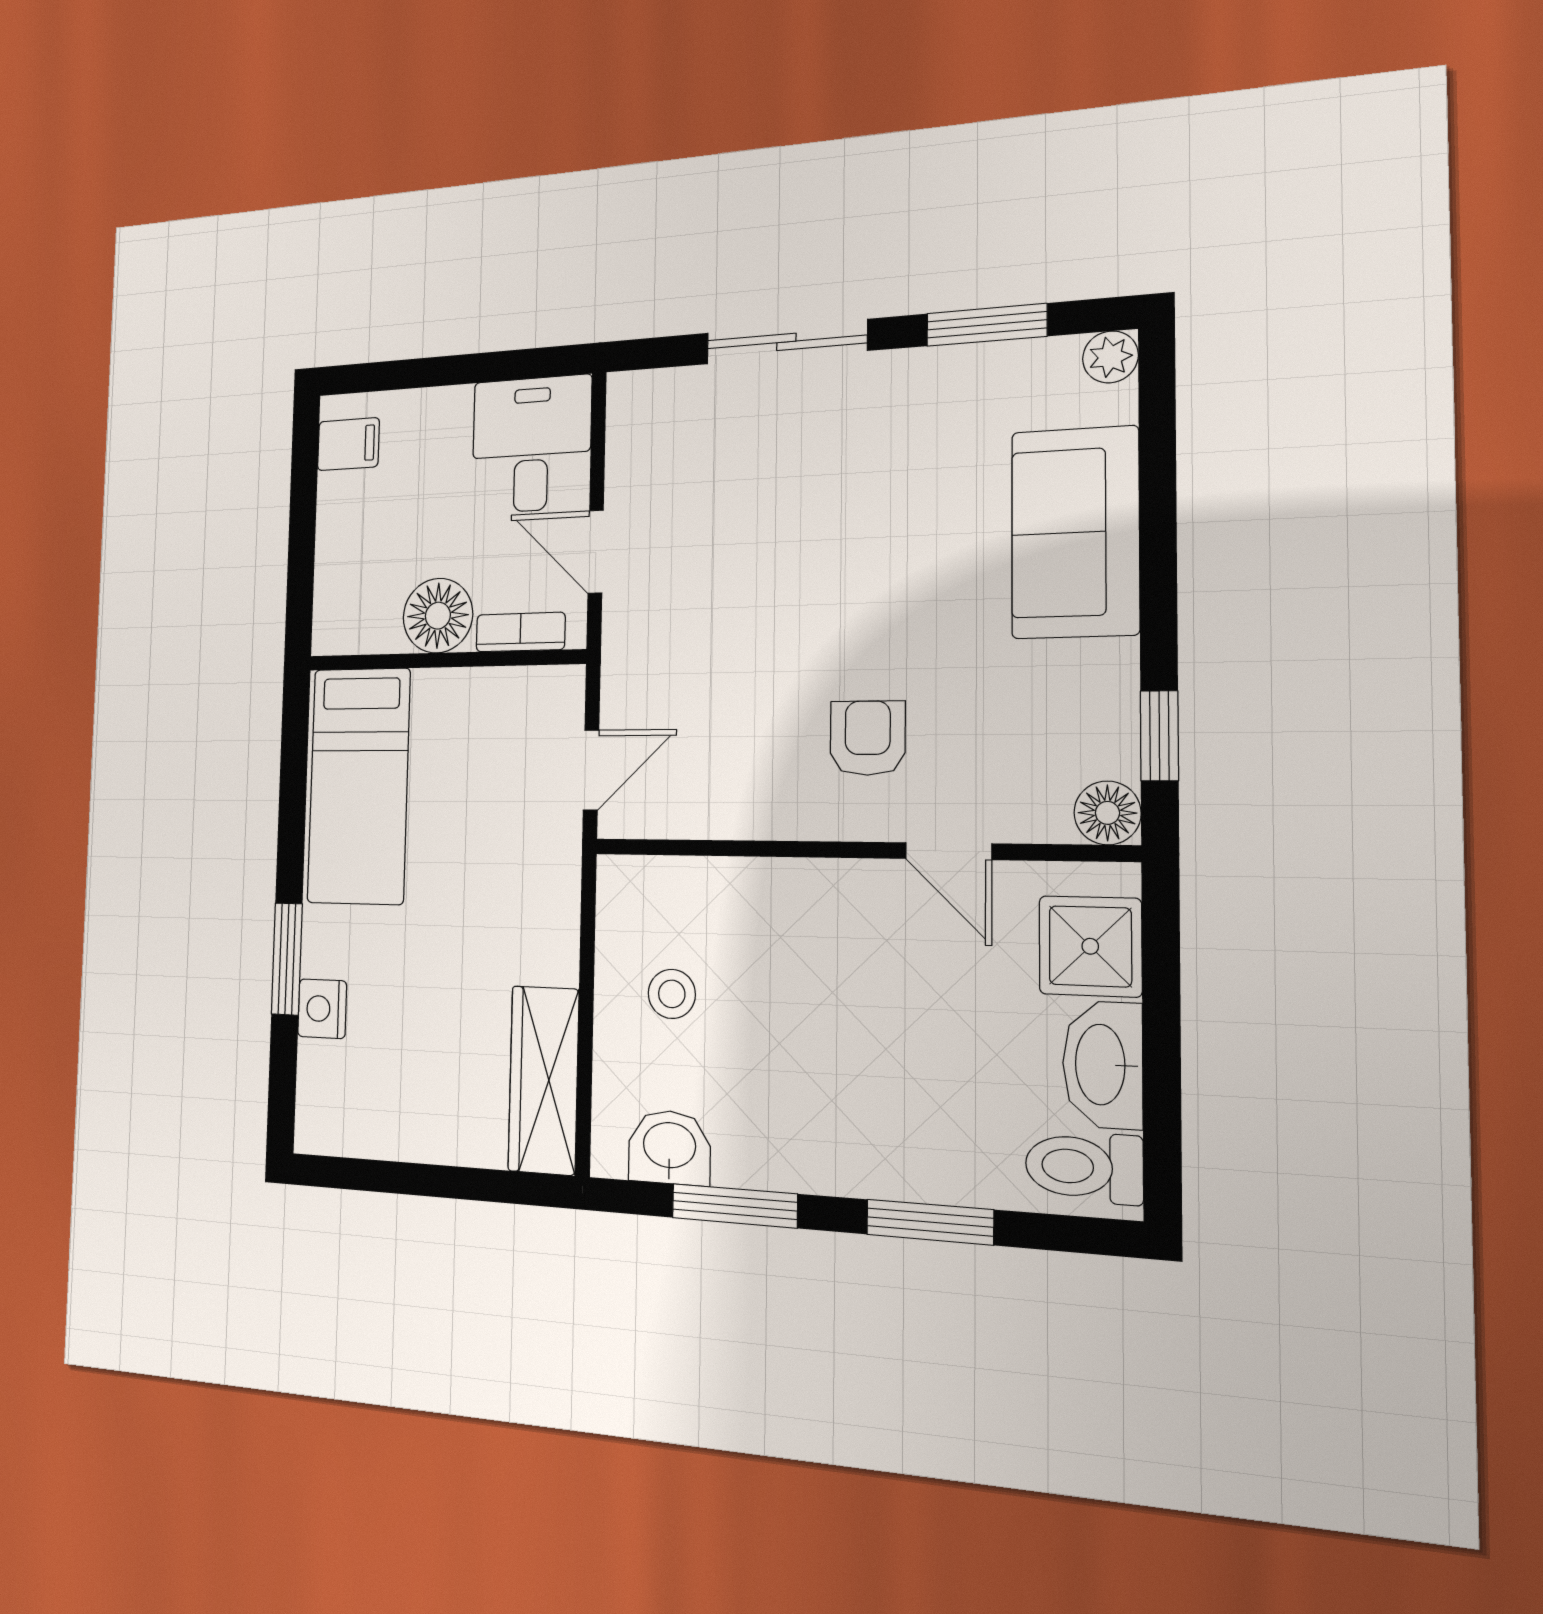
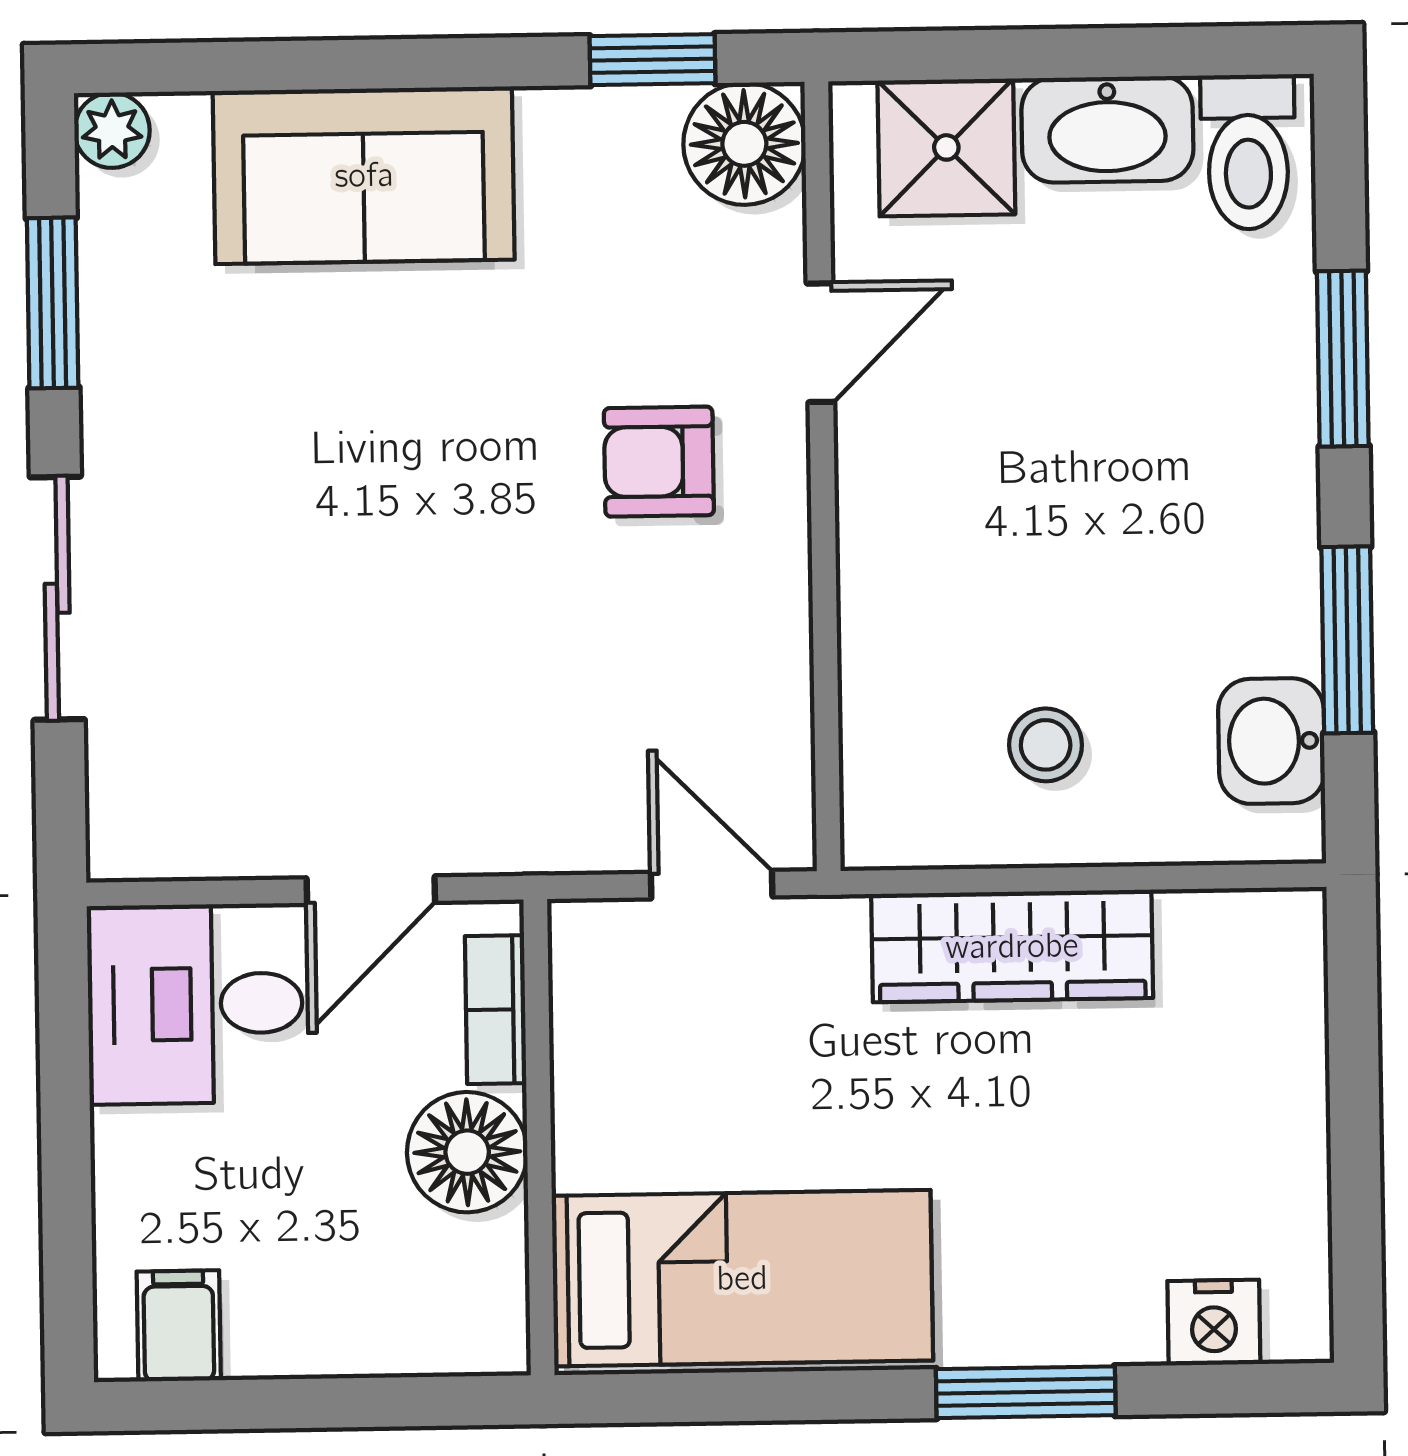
floor lamp: (1107, 813) -> (744, 144), width x1.38, depth x1.38
nightstand: (322, 1009) -> (1214, 1322), moved
wardrobe: (544, 1080) -> (1012, 946), moved

